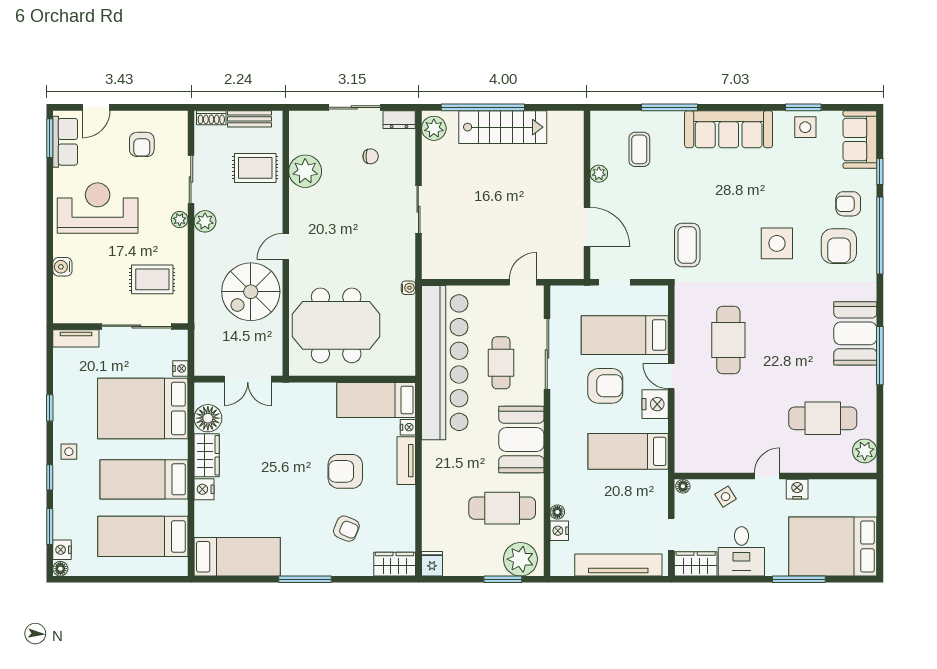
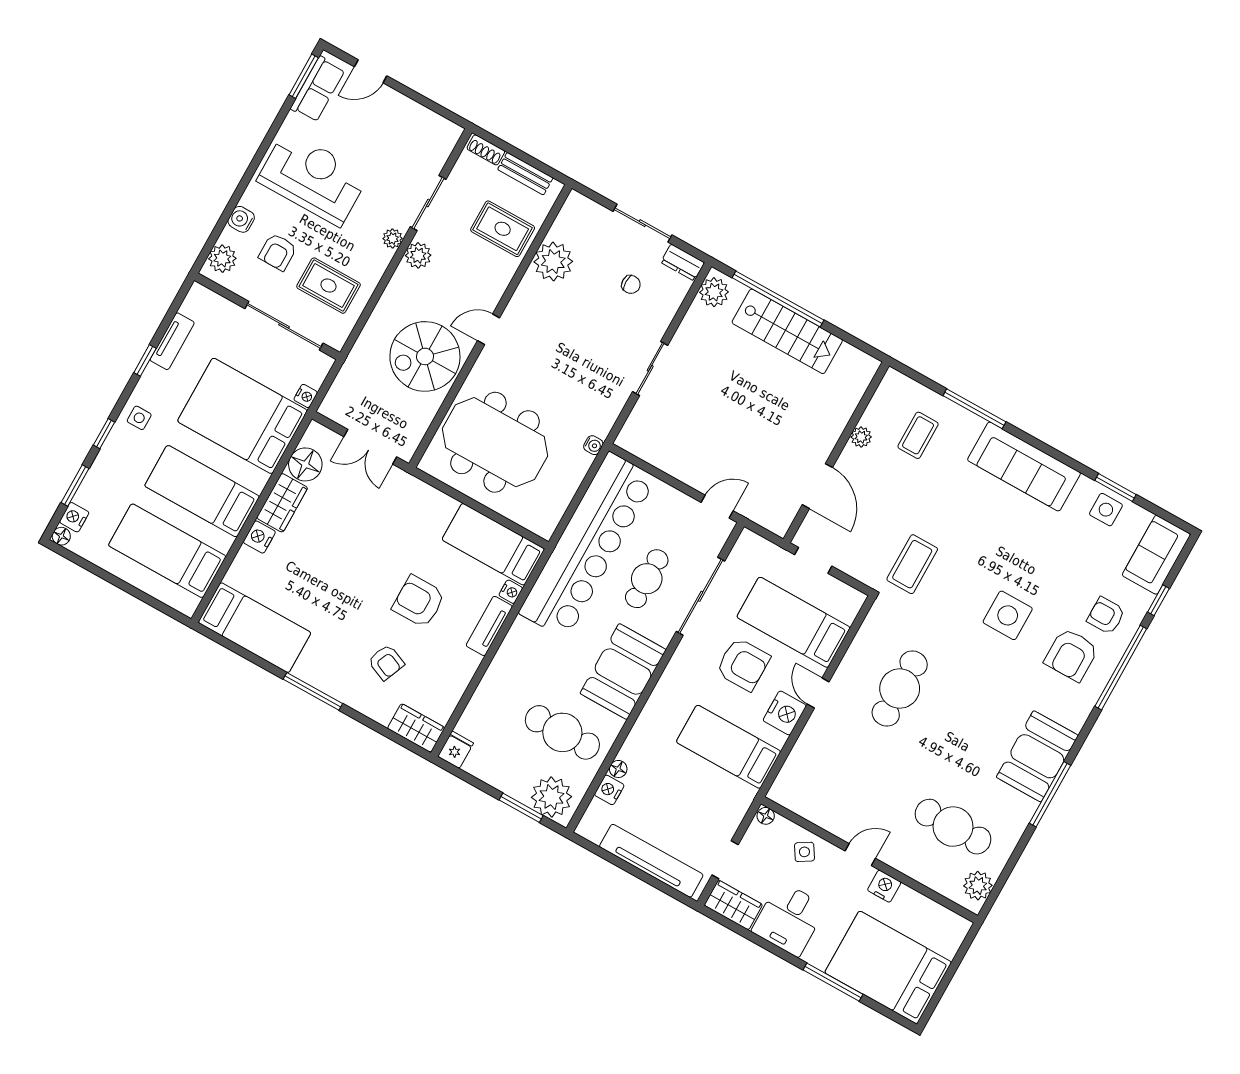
armchair: (142, 144) -> (278, 252), moved
plant: (65, 303) -> (222, 259), added
tv unit: (76, 338) -> (172, 341), moved, turned -90

